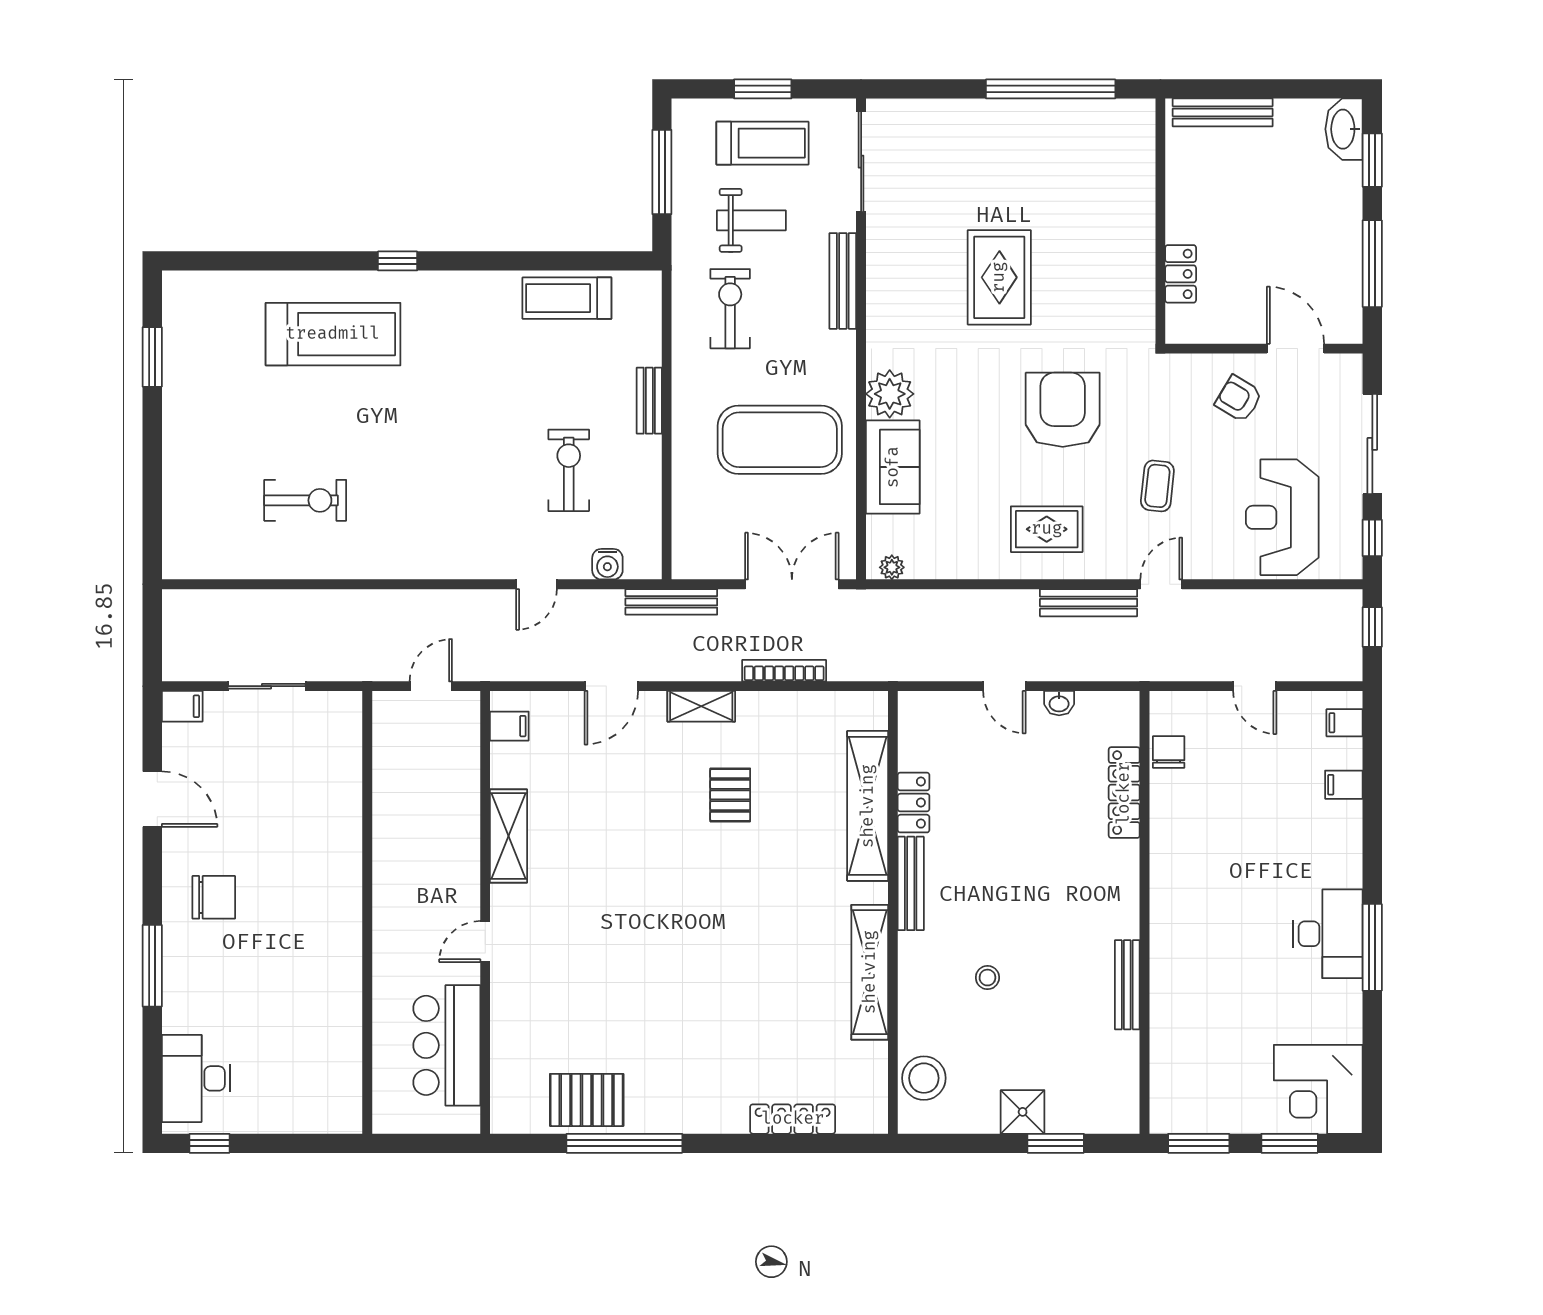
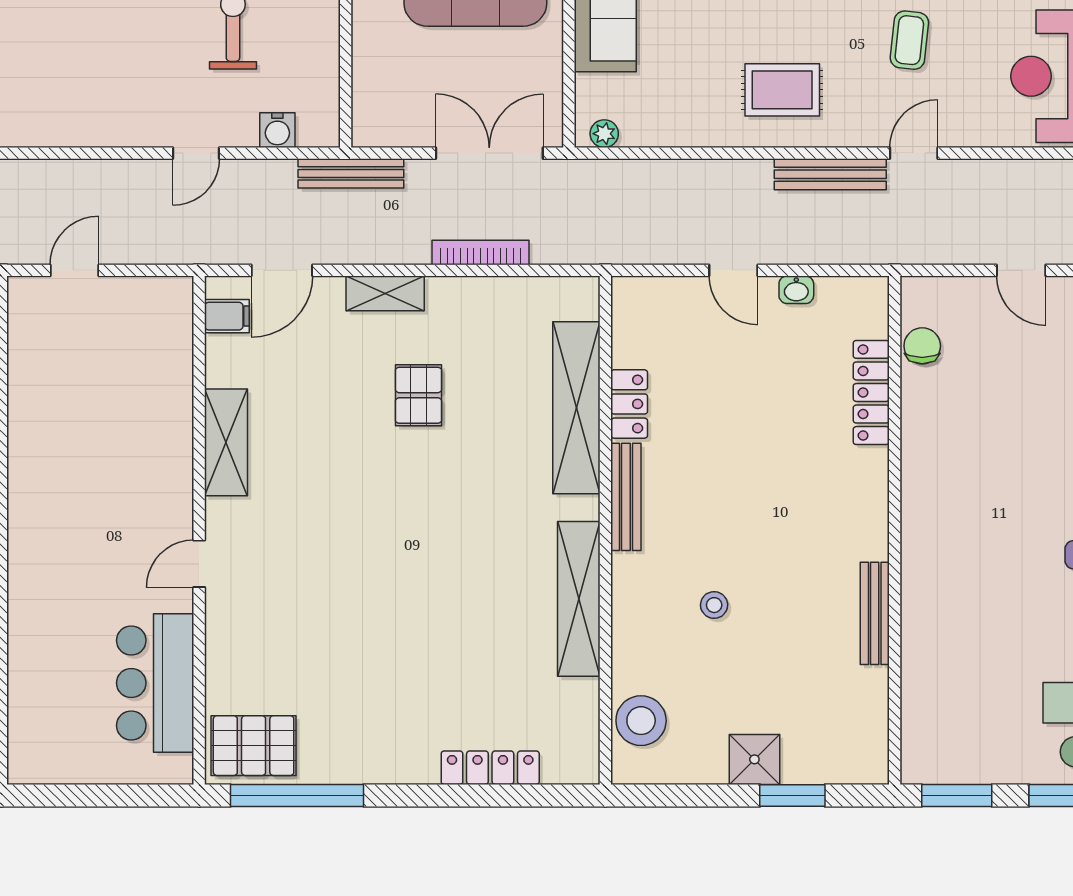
filing cabinet: (509, 726) -> (227, 316), moved
shelving: (509, 836) -> (226, 442), moved
wall: (485, 912) -> (199, 530), moved
door: (485, 942) -> (199, 564), moved
bar counter: (447, 1045) -> (155, 683), moved

